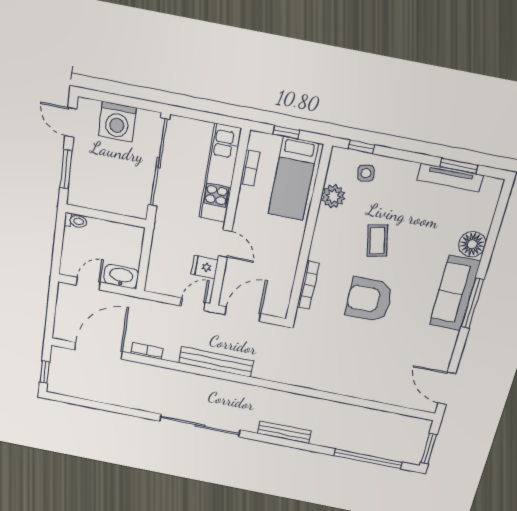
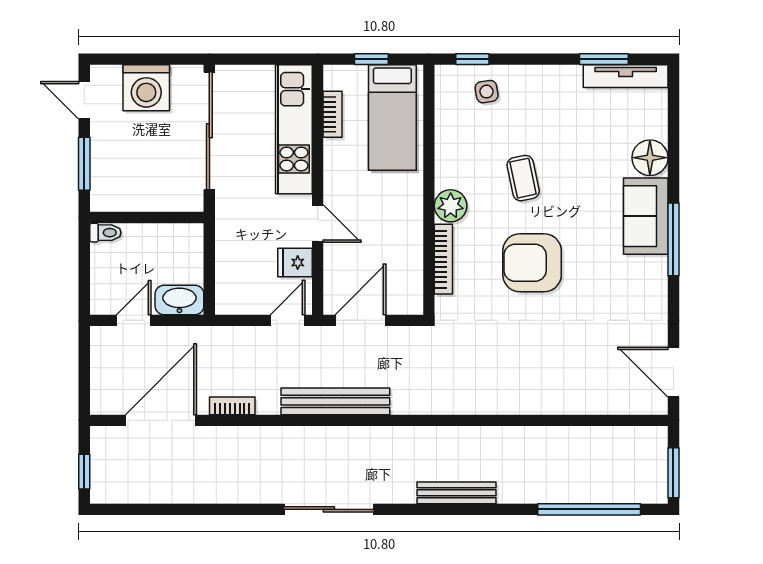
tv unit: (450, 178) -> (626, 76), moved
plant: (333, 196) -> (451, 206), moved
sofa: (455, 293) -> (646, 216), width x0.73
sliding door: (200, 426) -> (329, 509), width x0.73

